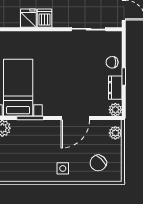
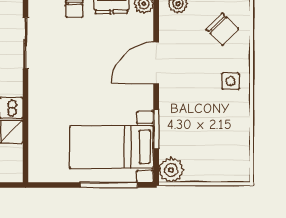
door: (75, 118) -> (156, 63), swing flipped

